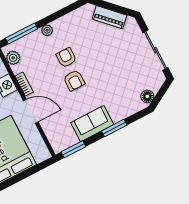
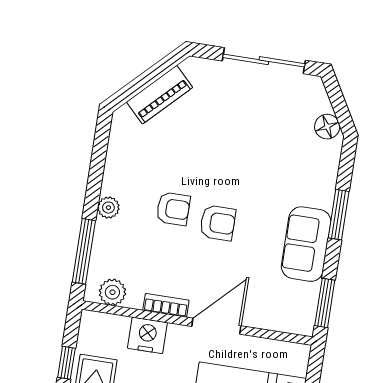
armchair: (66, 58) -> (173, 209), turned 180

